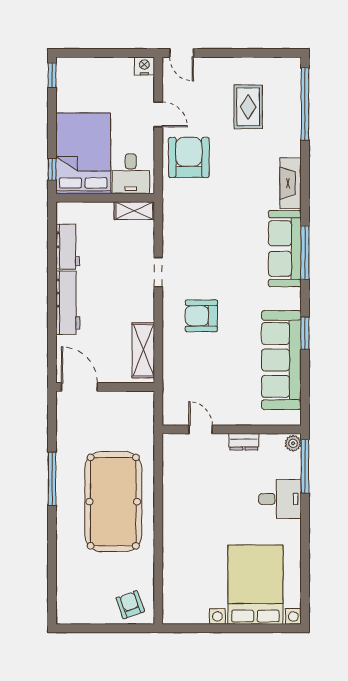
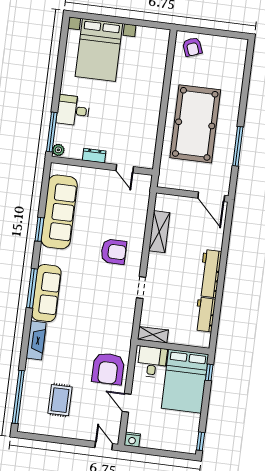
door: (79, 387) -> (211, 197), moved
wall: (105, 387) -> (192, 194), moved

